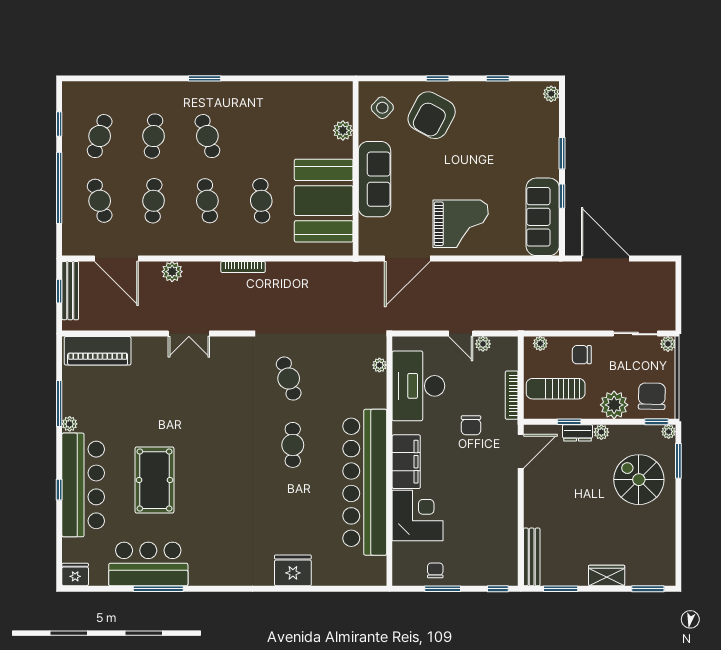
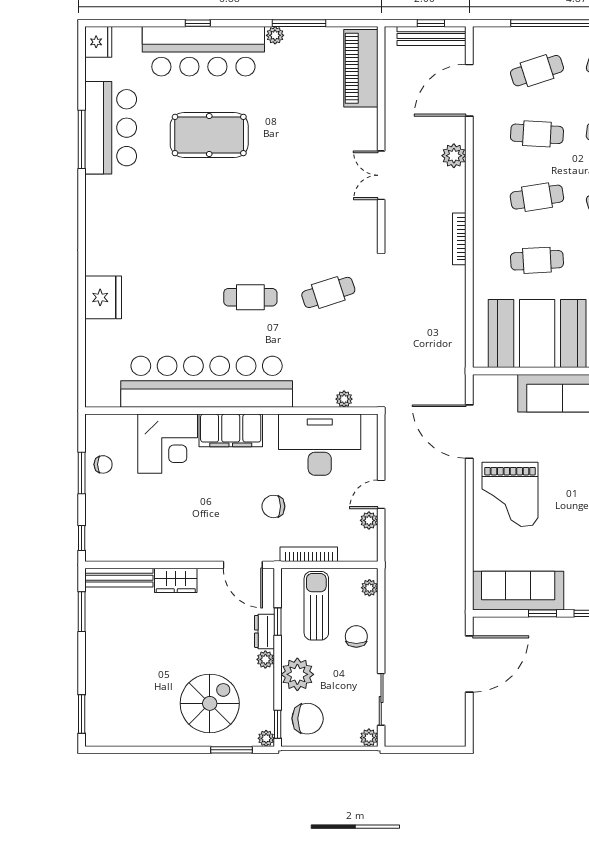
wardrobe: (607, 575) -> (176, 580), moved, turned 90

